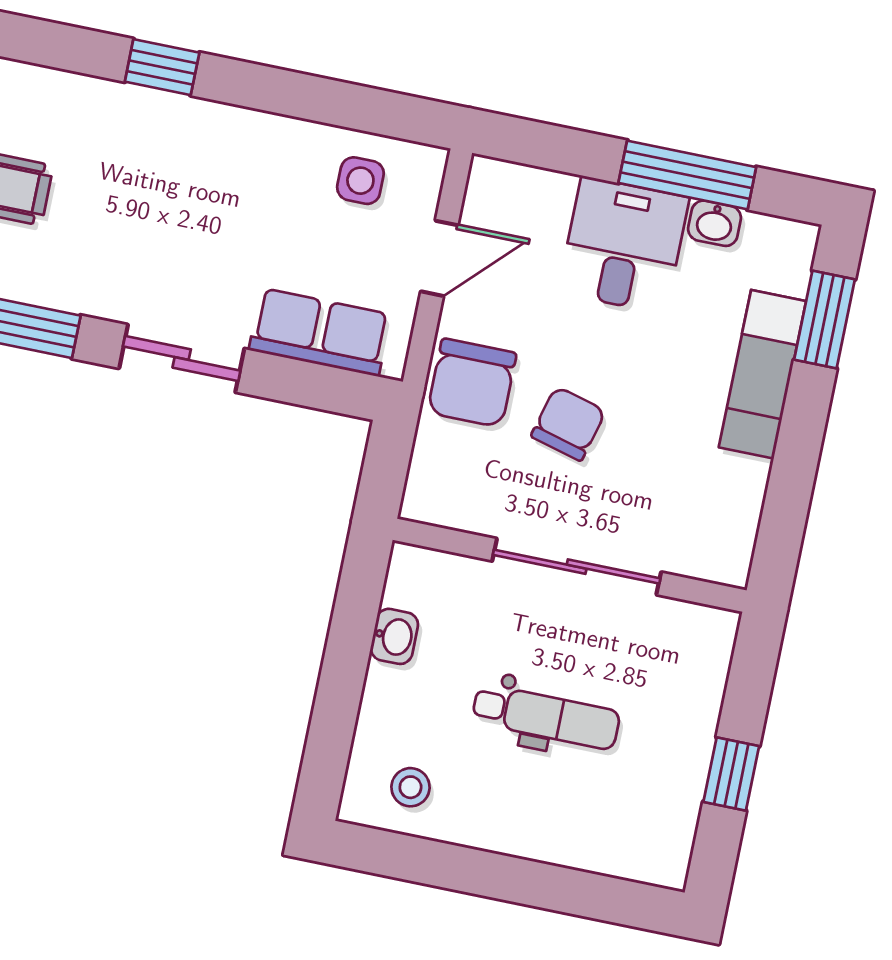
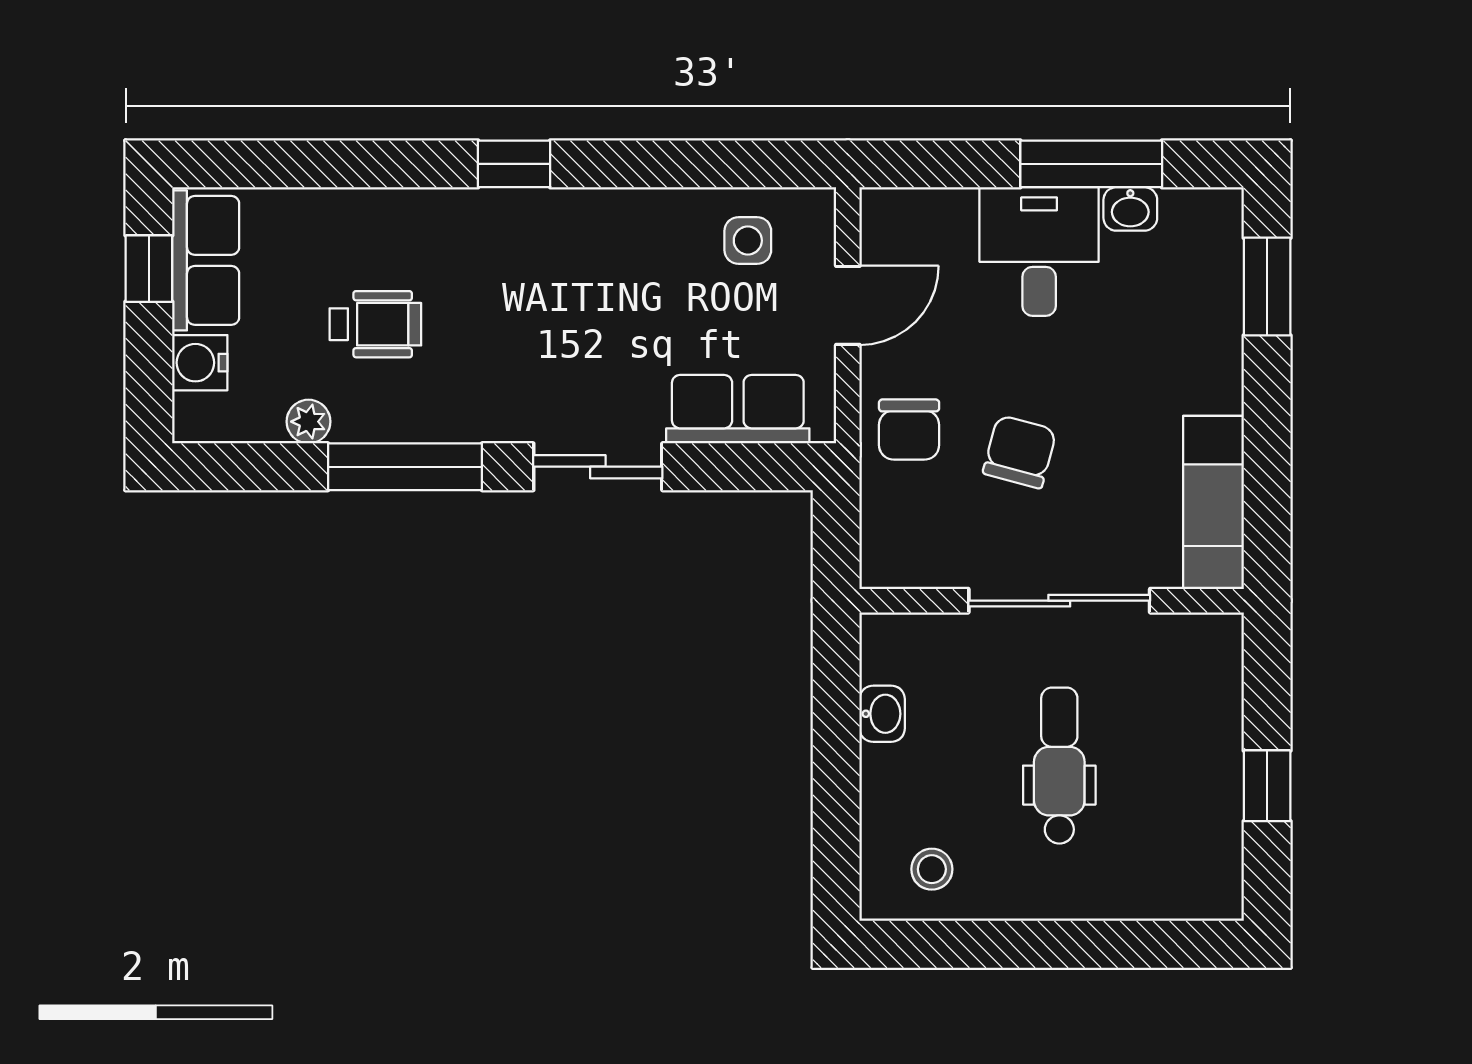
exam couch: (762, 374) -> (1213, 502), moved
chair: (472, 383) -> (909, 430), width x0.73, depth x0.73
dental chair: (546, 717) -> (1059, 766), turned -90

